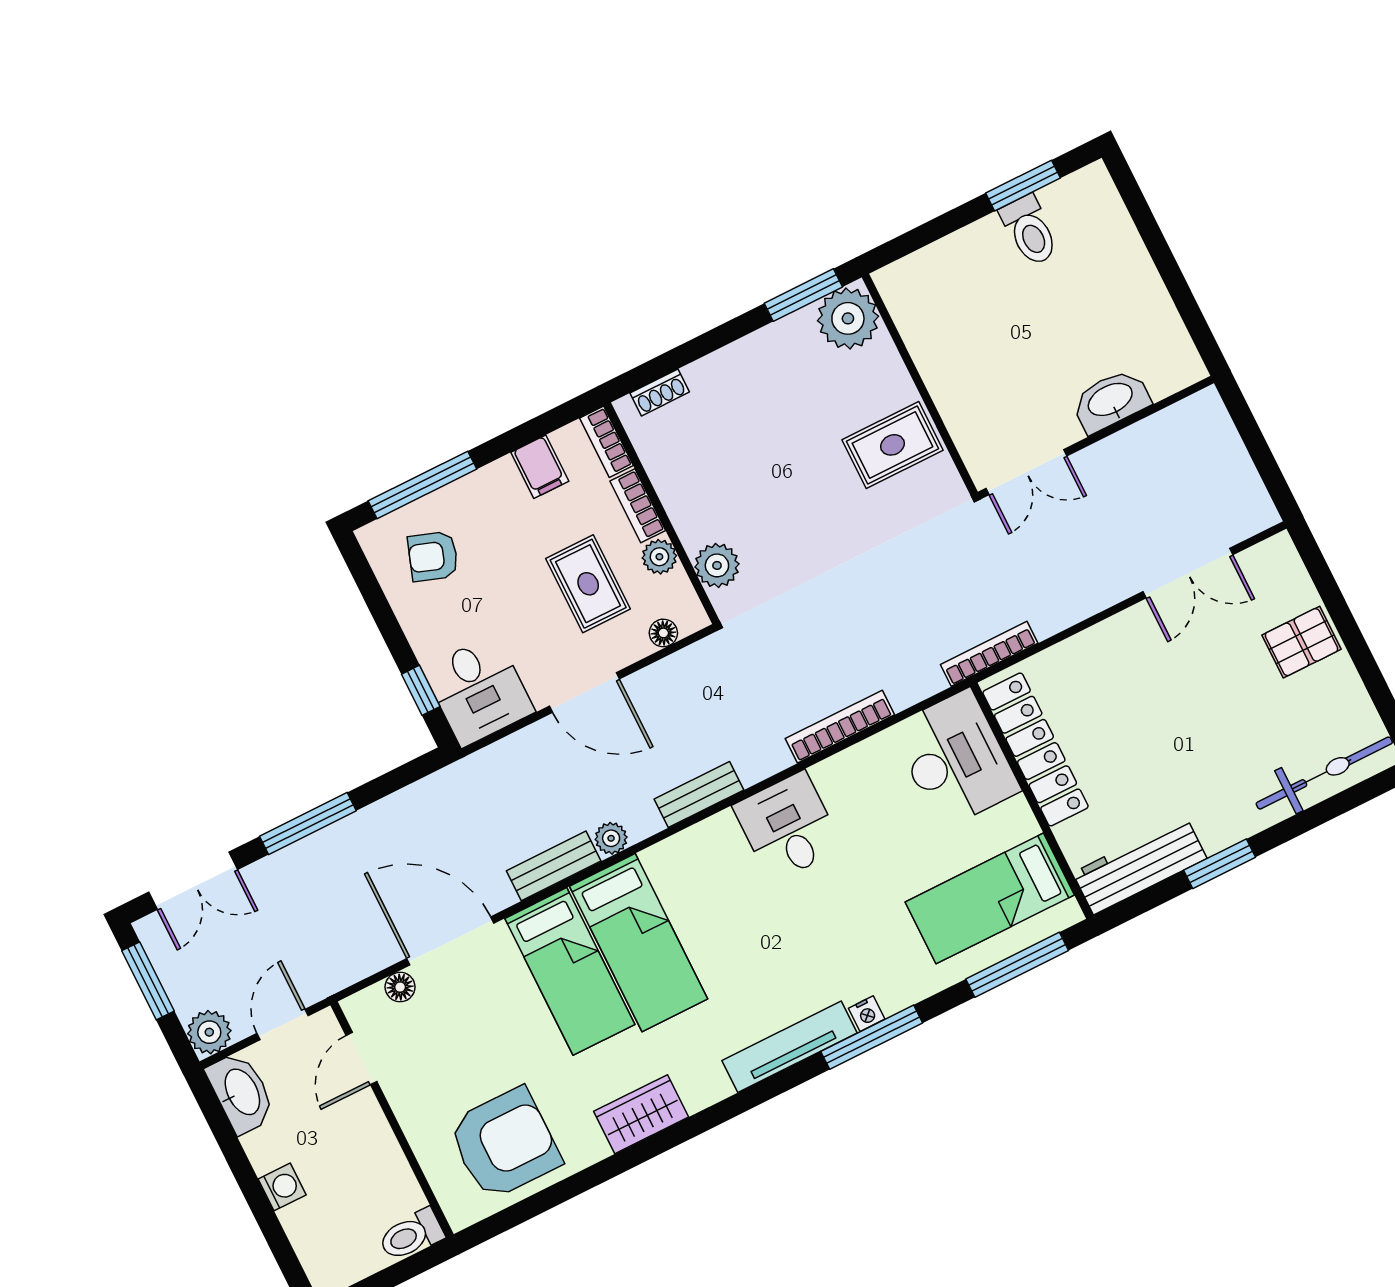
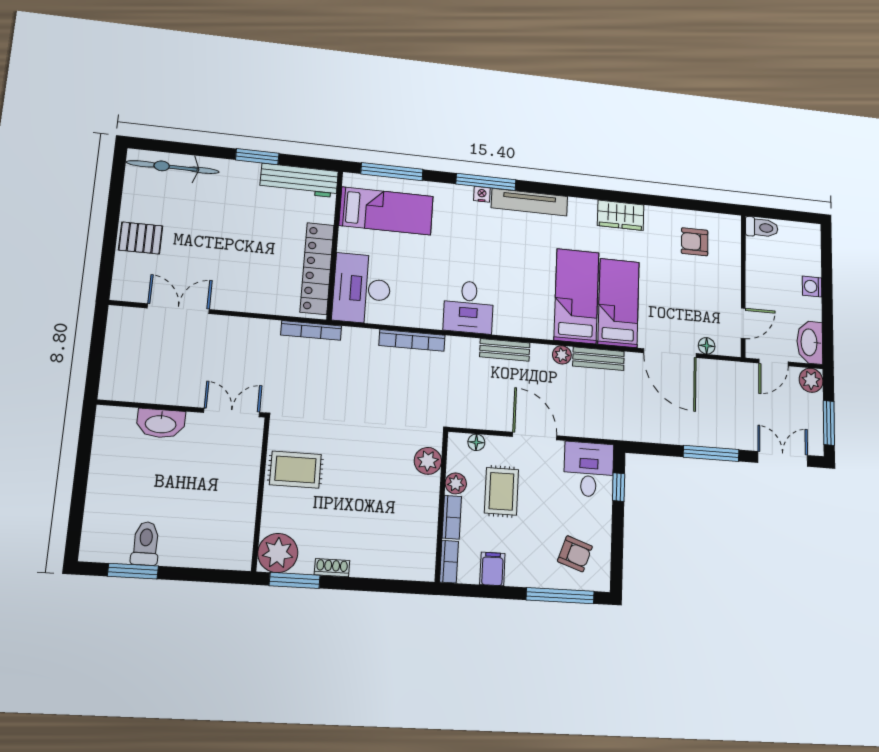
shoe rack: (660, 392) -> (332, 568), moved
armchair: (505, 1144) -> (695, 242), width x0.53, depth x0.53

